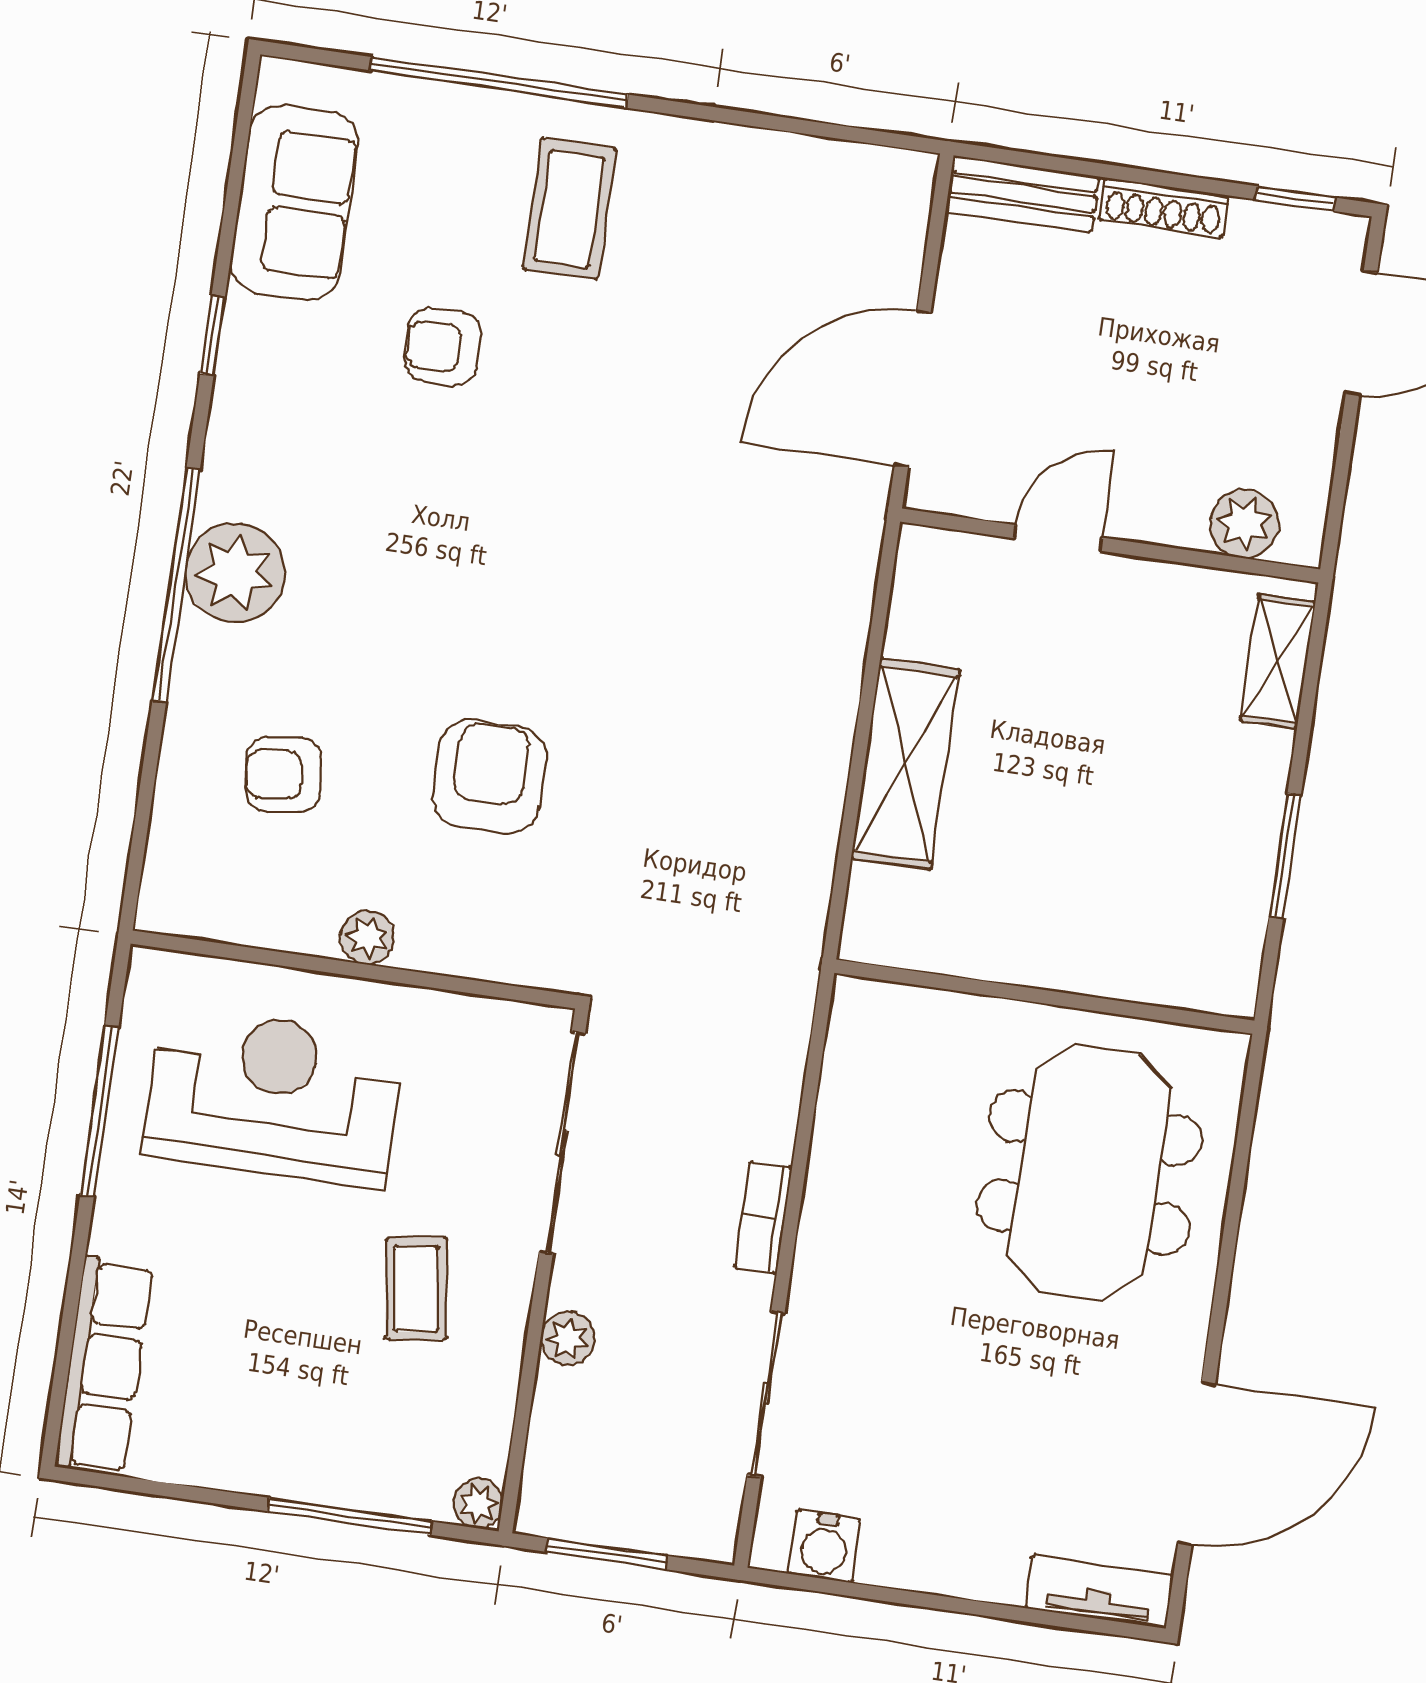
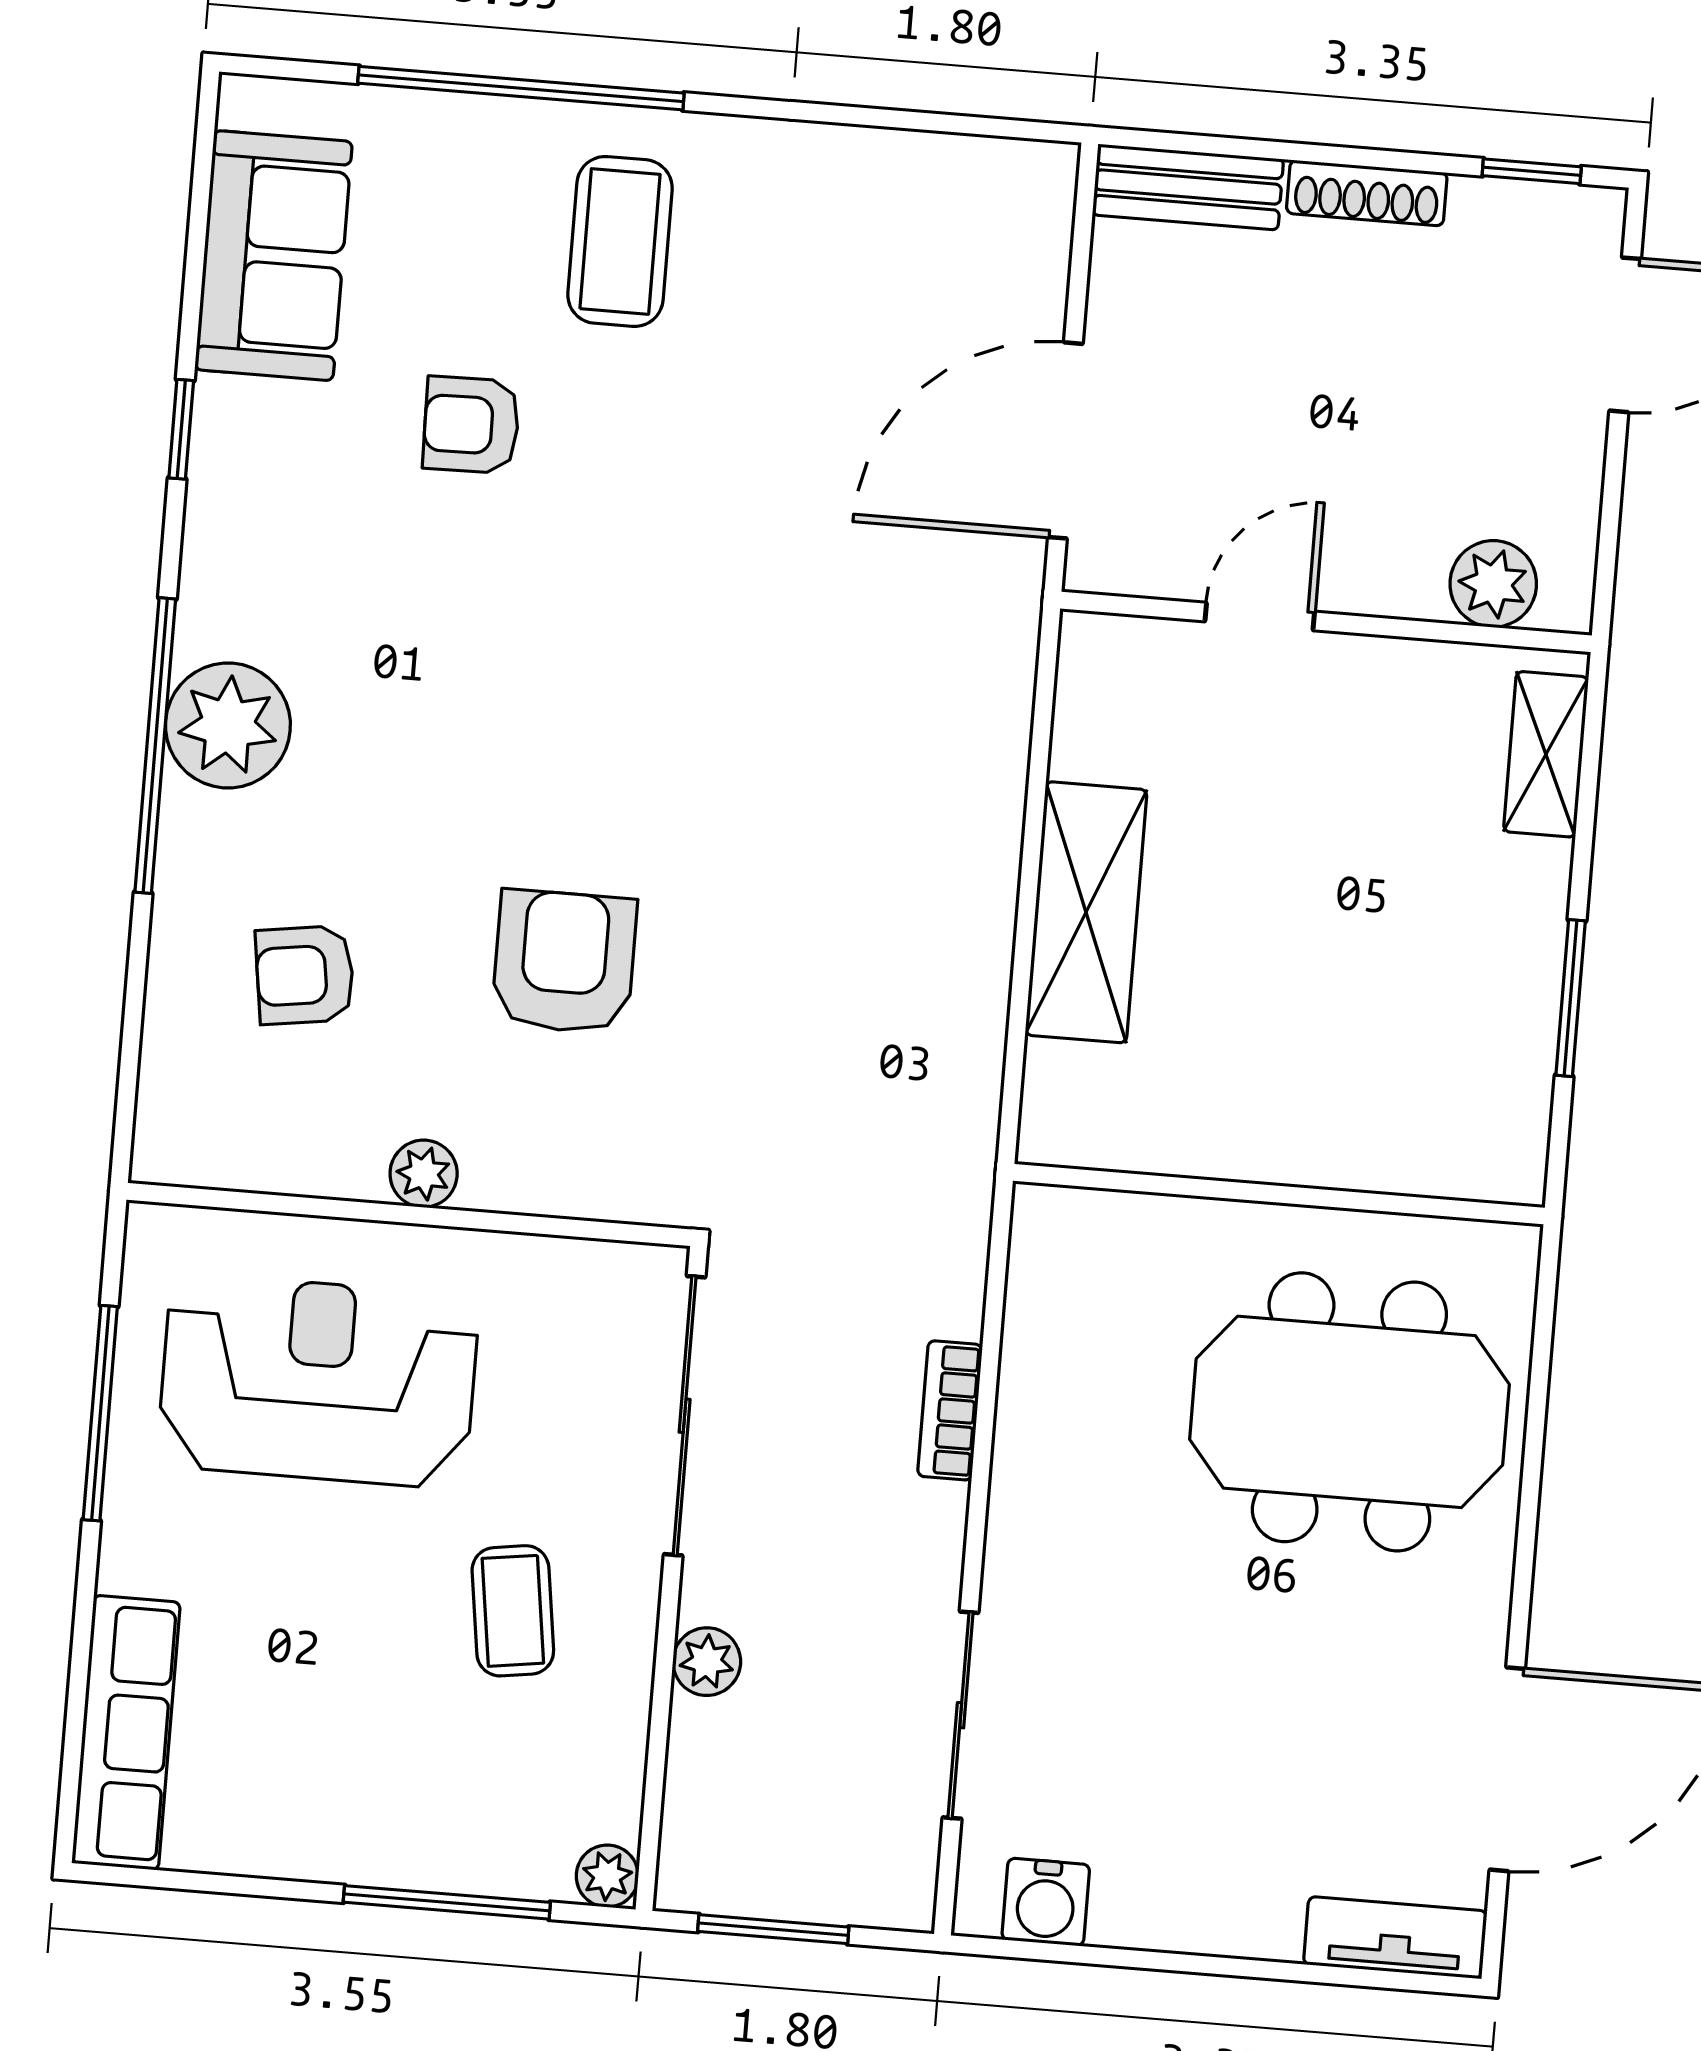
meeting table: (1089, 1173) -> (1349, 1412), turned 90
bookcase: (763, 1217) -> (950, 1410), moved

